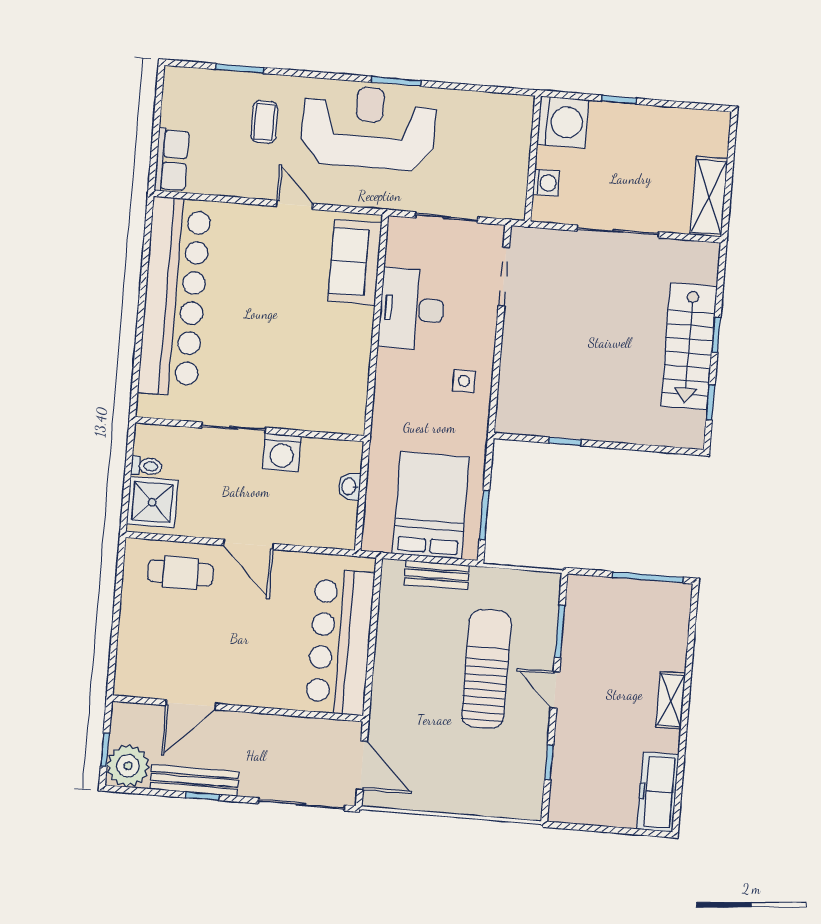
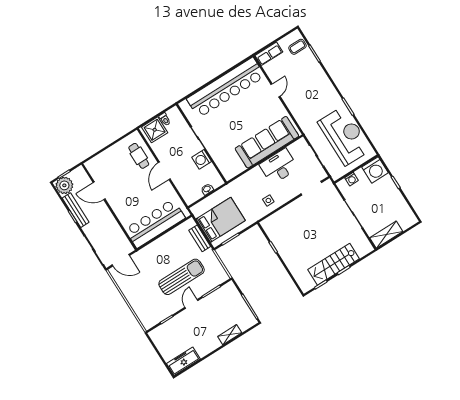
coffee table: (264, 122) -> (297, 47), moved
reception desk: (368, 127) -> (345, 136), moved
door: (295, 205) -> (275, 90), moved
sofa: (355, 262) -> (267, 142), width x1.85, depth x1.27
shelving: (671, 700) -> (230, 335), moved
door: (362, 765) -> (121, 260), hinge flipped

